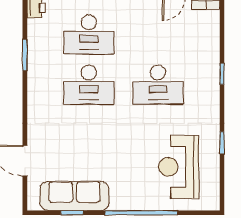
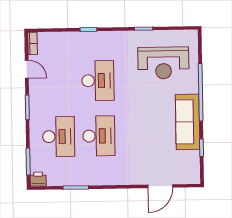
sofa: (74, 196) -> (188, 122), moved

